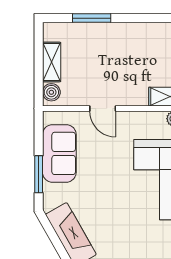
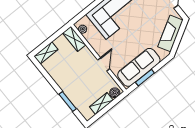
sofa: (59, 153) -> (139, 67), width x1.36
window: (39, 174) -> (145, 78), moved

